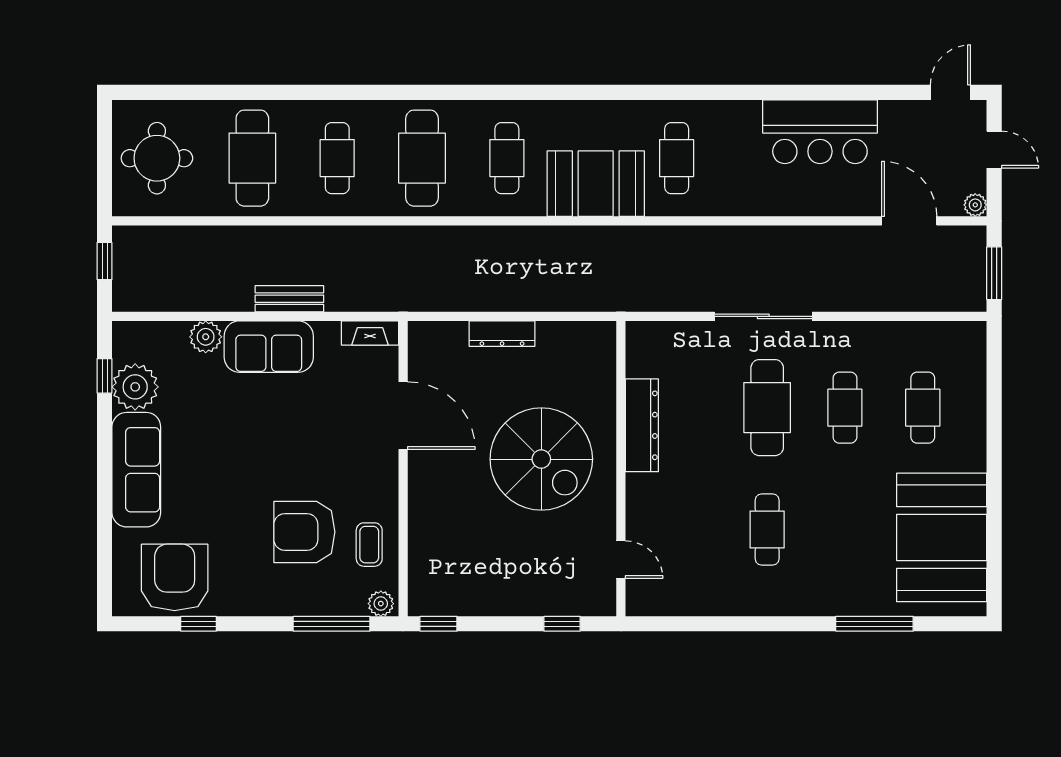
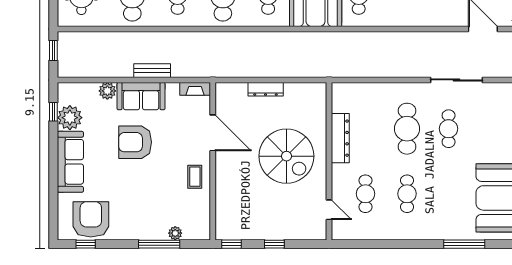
sliding door: (763, 316) -> (456, 80), moved
cafe table: (923, 408) -> (365, 194), moved
armchair: (304, 532) -> (135, 142), moved
coffee table: (369, 545) -> (195, 177), moved
plant: (381, 604) -> (175, 233), moved
window: (199, 624) -> (86, 244), moved
window: (332, 624) -> (159, 244), moved
window: (562, 624) -> (274, 244), moved

